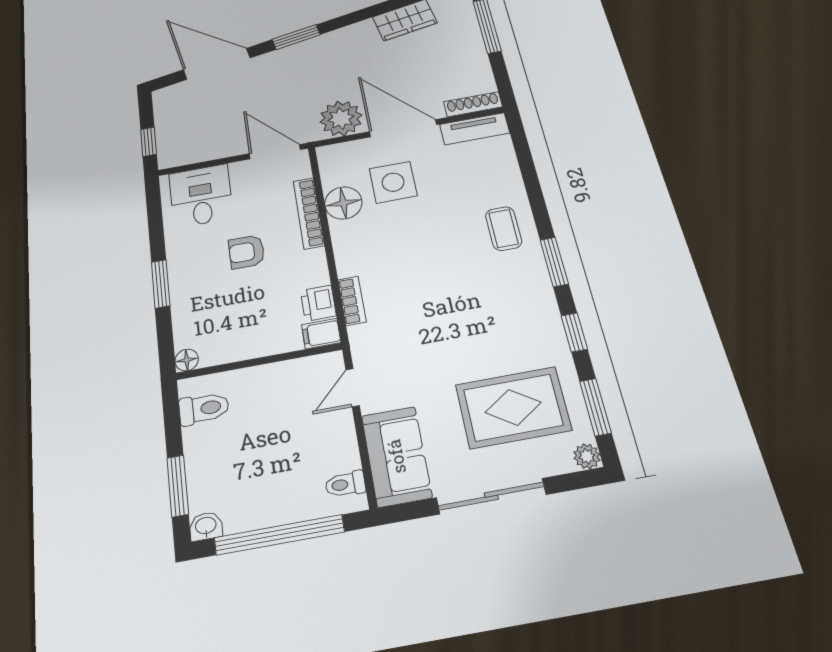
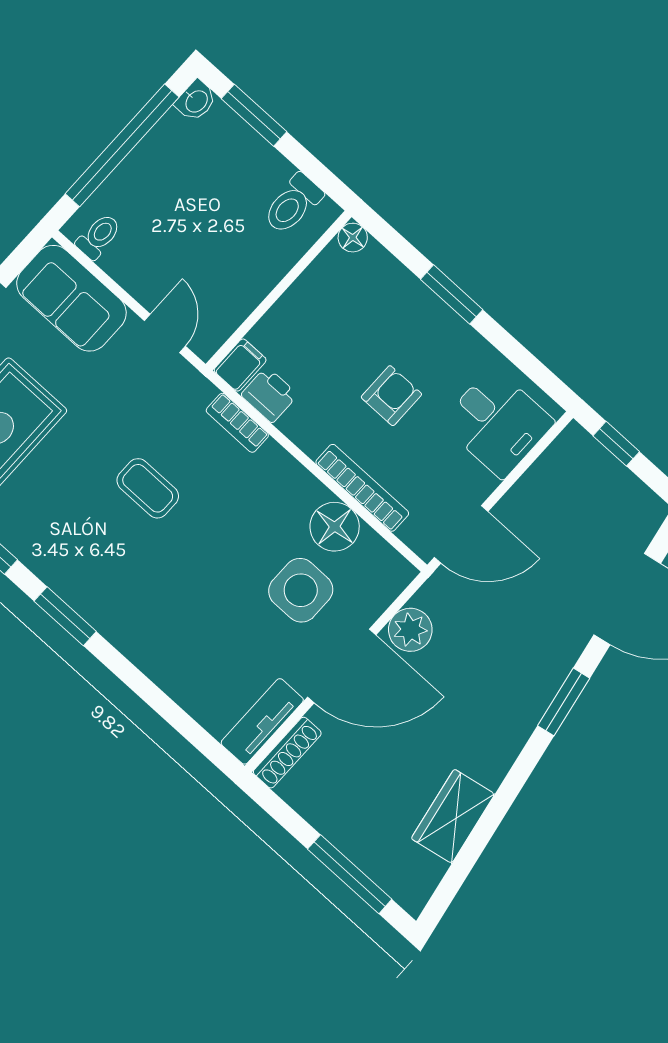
plant: (341, 118) -> (410, 630), width x0.73, depth x0.73
coffee table: (504, 229) -> (148, 488), moved

